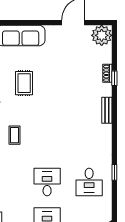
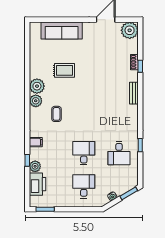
rug: (24, 83) -> (64, 70), turned 90

